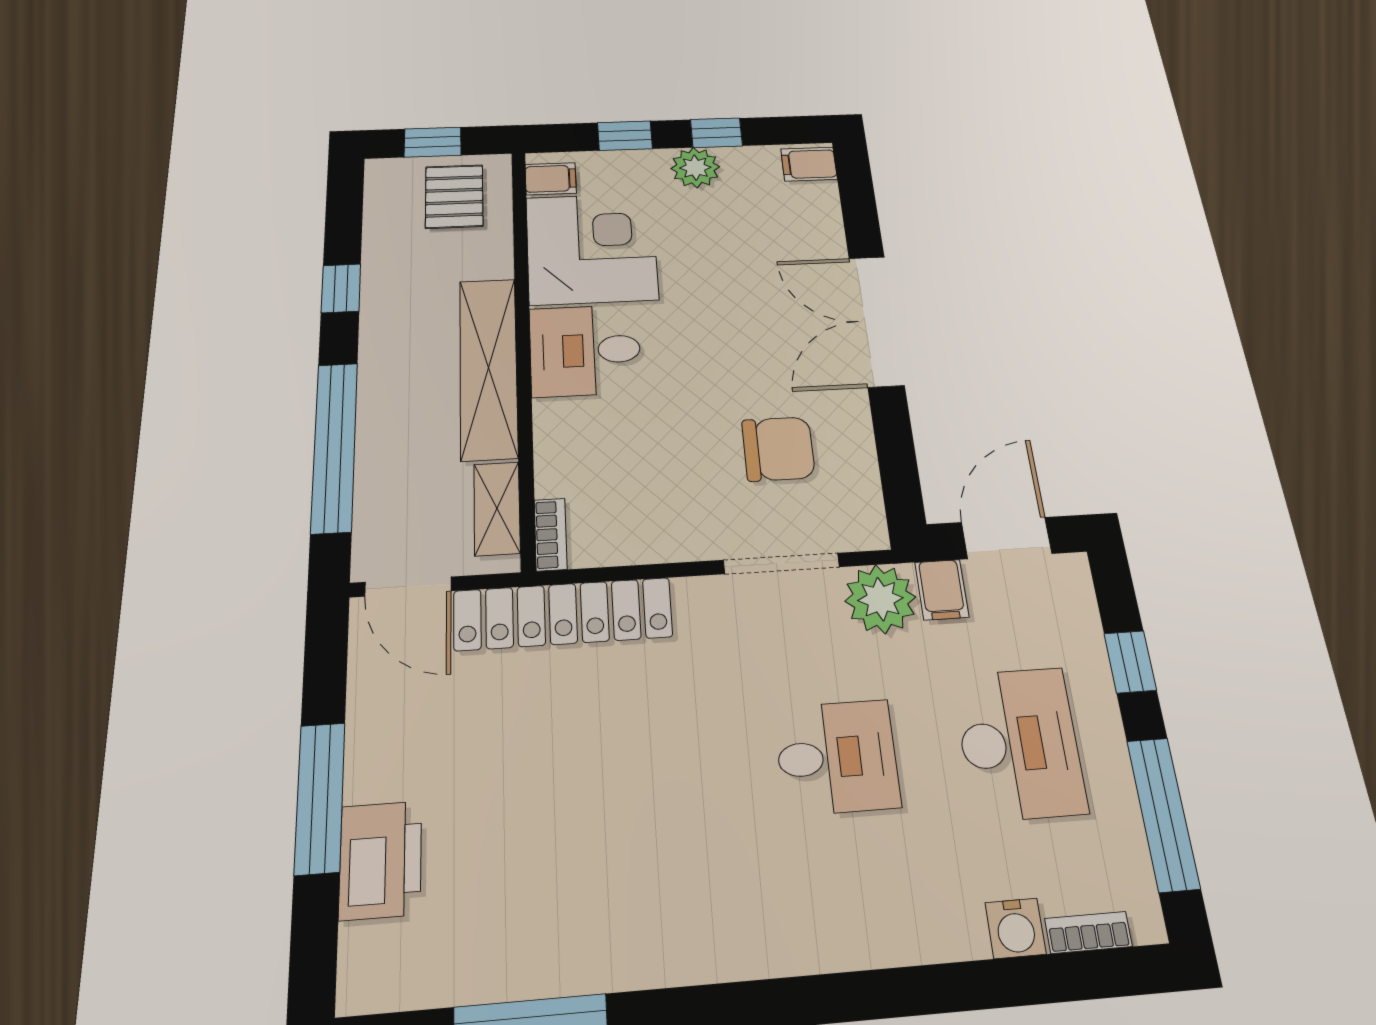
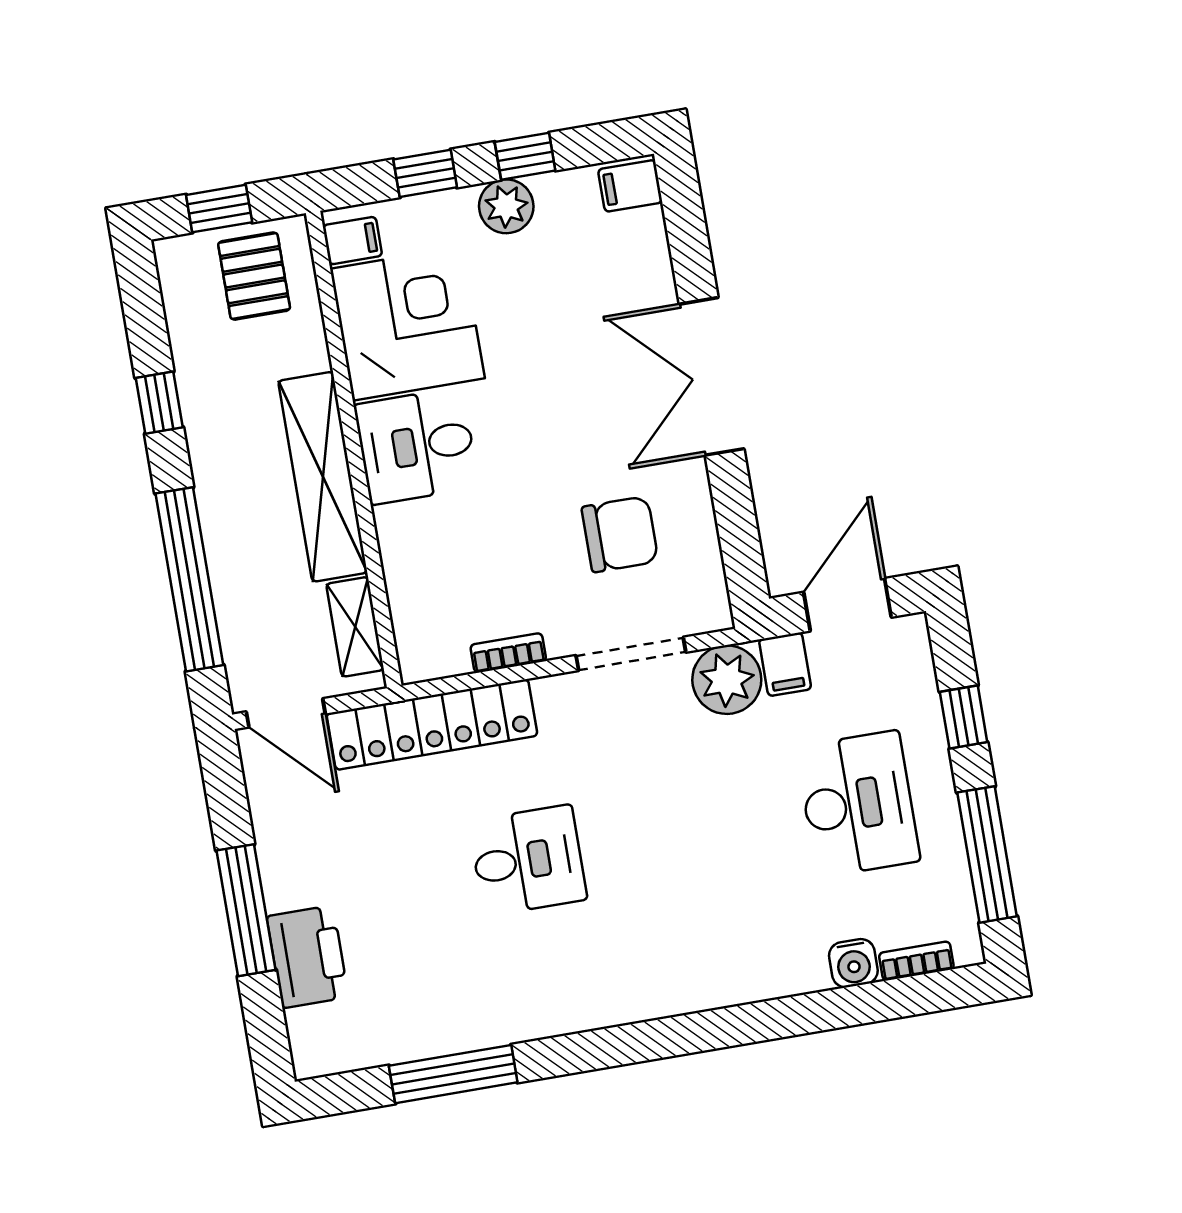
bookcase: (551, 534) -> (508, 653), moved, turned -90
desk: (837, 757) -> (528, 860), moved

